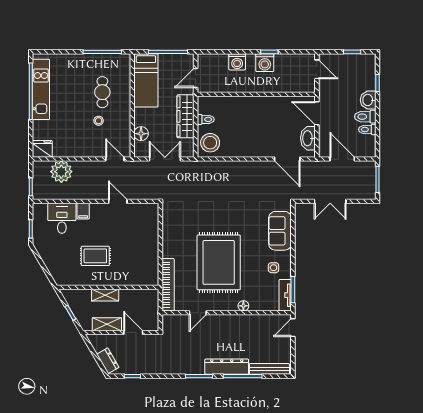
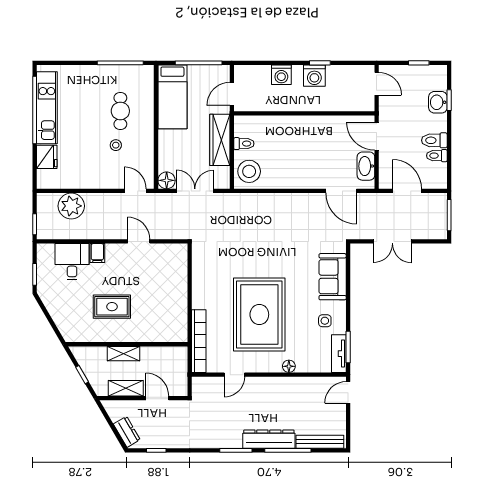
washbasin: (368, 100) -> (438, 102), moved
floor lamp: (141, 134) -> (167, 180), moved
fridge: (42, 149) -> (47, 157), moved, turned 90

